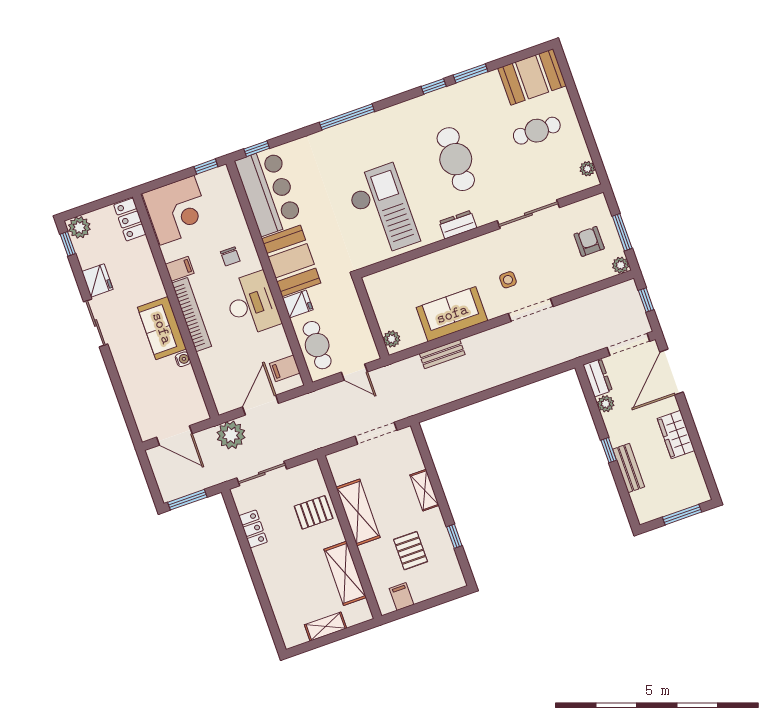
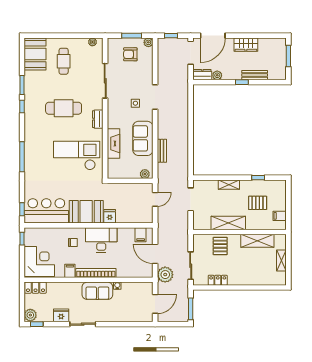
fireplace: (425, 266) -> (114, 143), added
cafe table: (317, 345) -> (134, 214), removed
door: (671, 372) -> (213, 36), hinge flipped

